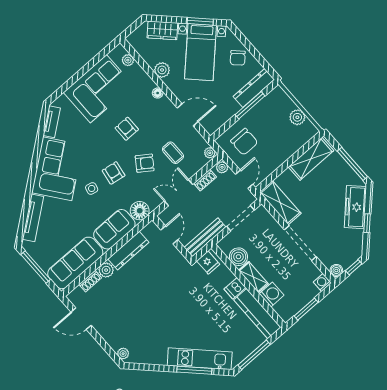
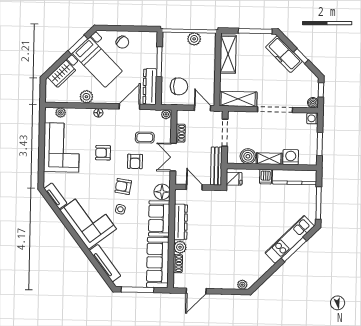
dresser: (254, 88) -> (150, 87), moved
armchair: (145, 163) -> (135, 161), turned 145
plant: (222, 167) -> (182, 115), removed

